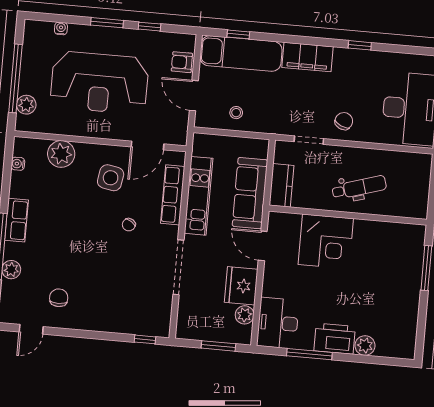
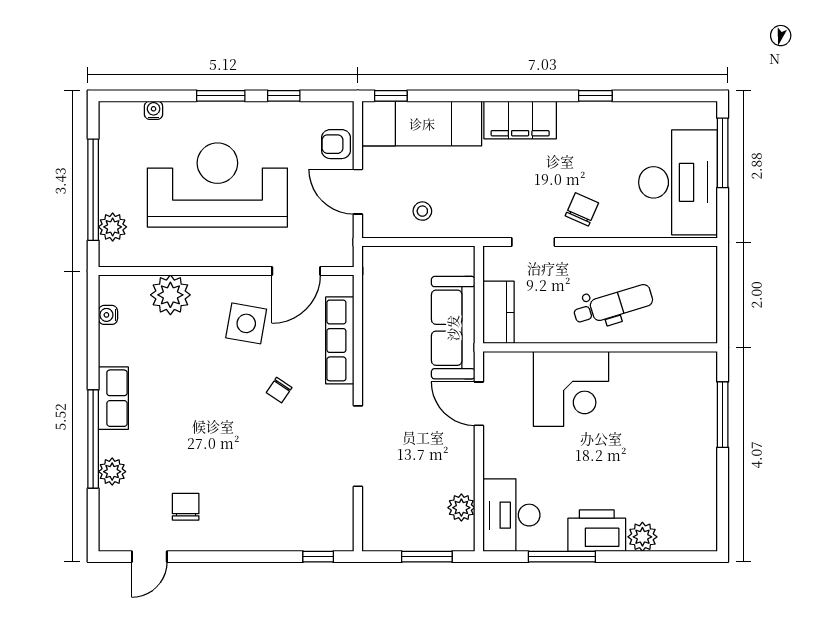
window: (238, 34) -> (391, 96), moved
reception desk: (99, 83) -> (217, 185), turned 180
kitchen unit: (198, 196) -> (378, 338), removed
fridge: (241, 286) -> (452, 465), removed

